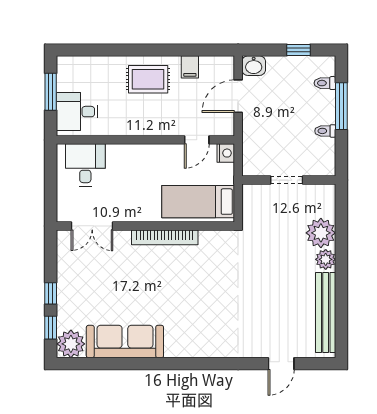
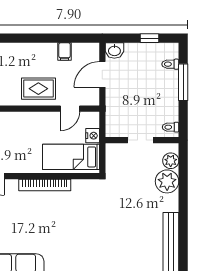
rug: (148, 79) -> (38, 89), moved
toilet: (325, 131) -> (171, 127), moved
nightstand: (226, 153) -> (93, 136), moved
plant: (326, 259) -> (171, 161), moved

